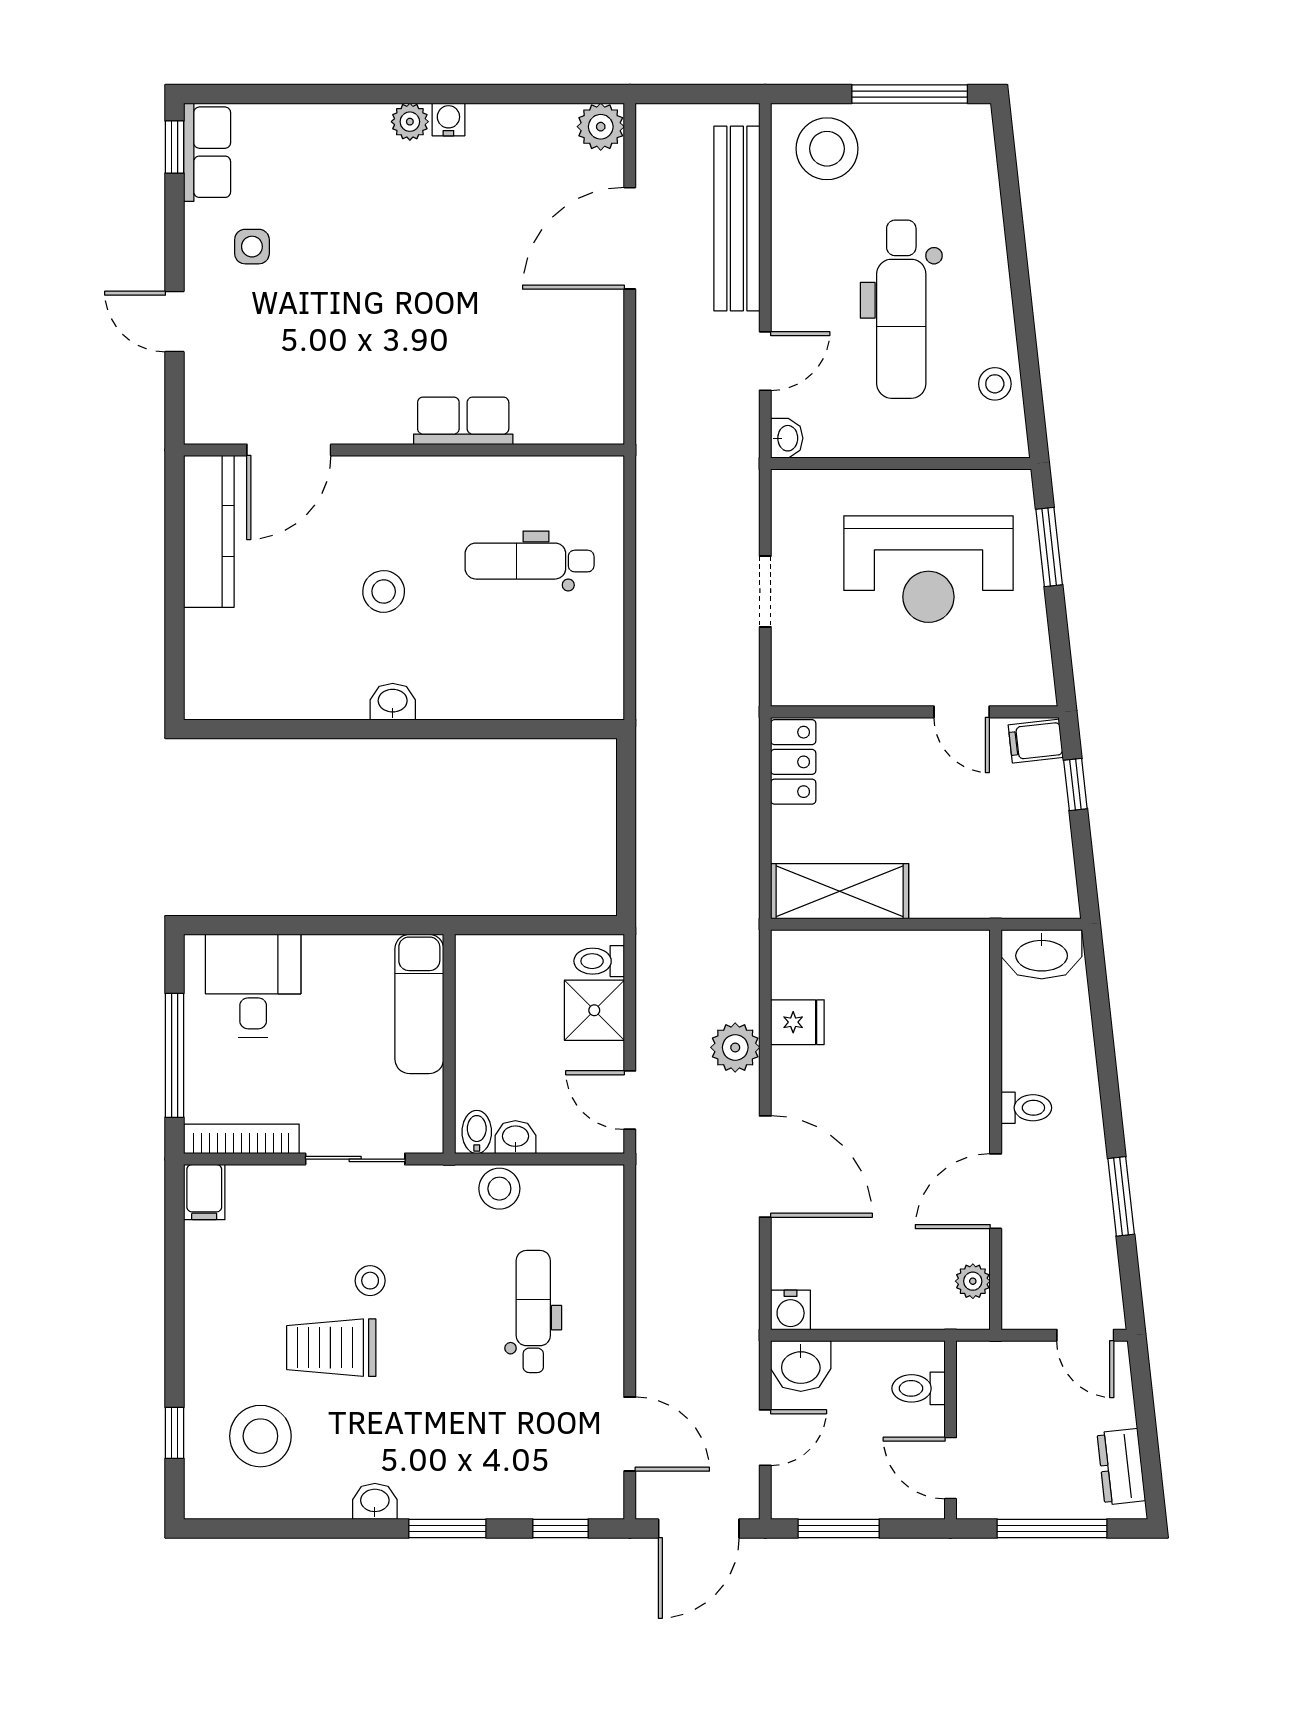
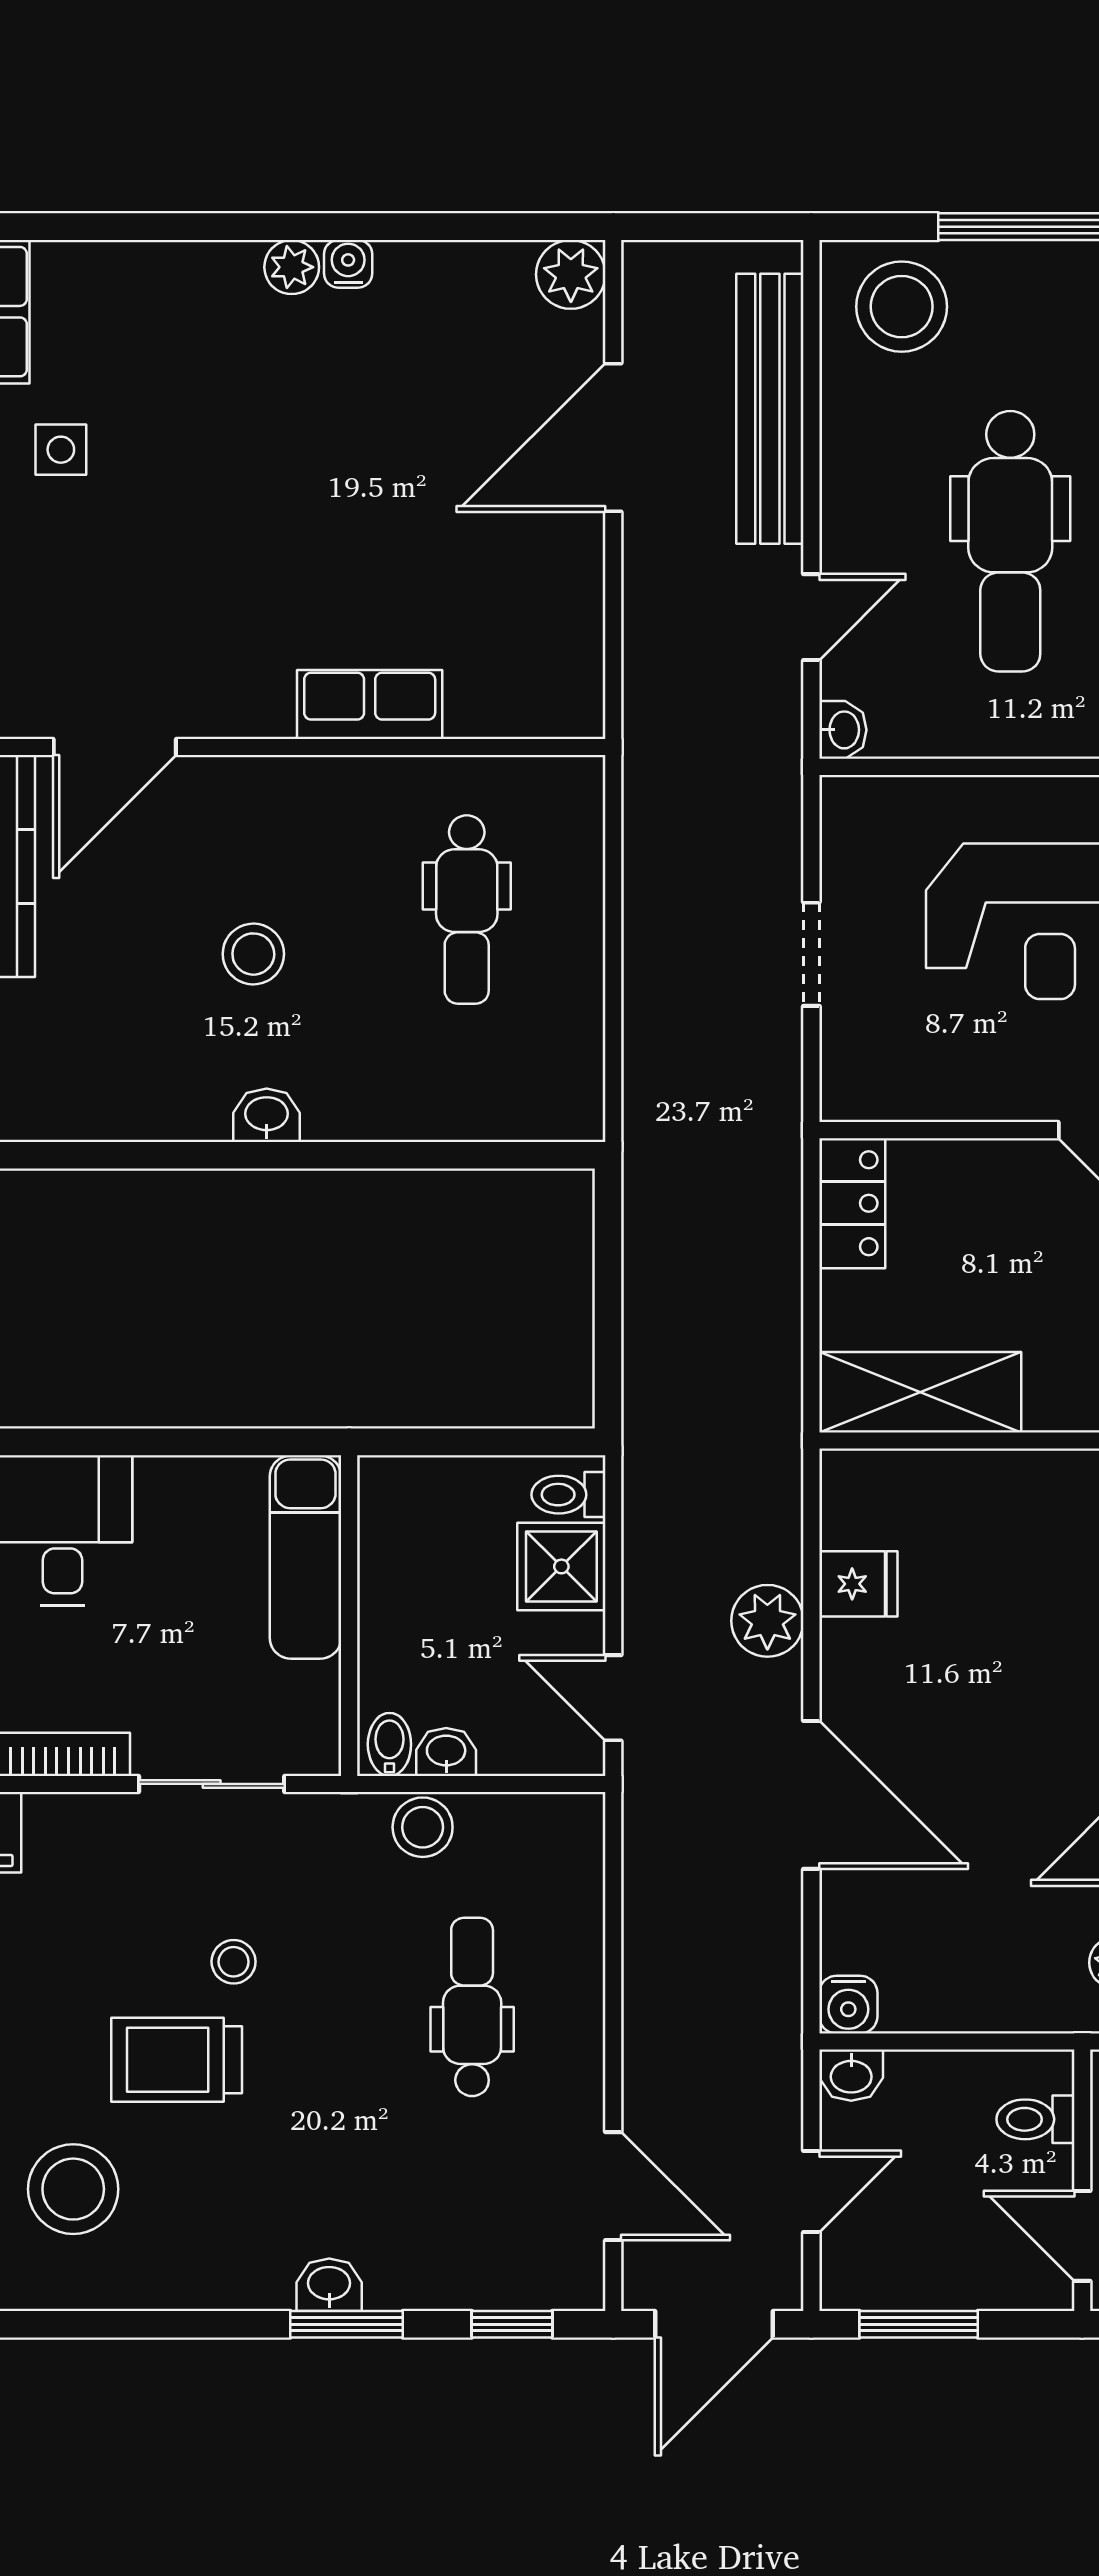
dental chair: (530, 561) -> (467, 910), turned -90
washbasin: (801, 1366) -> (851, 2075), width x0.72, depth x0.69
washbasin: (375, 1501) -> (329, 2285), moved

